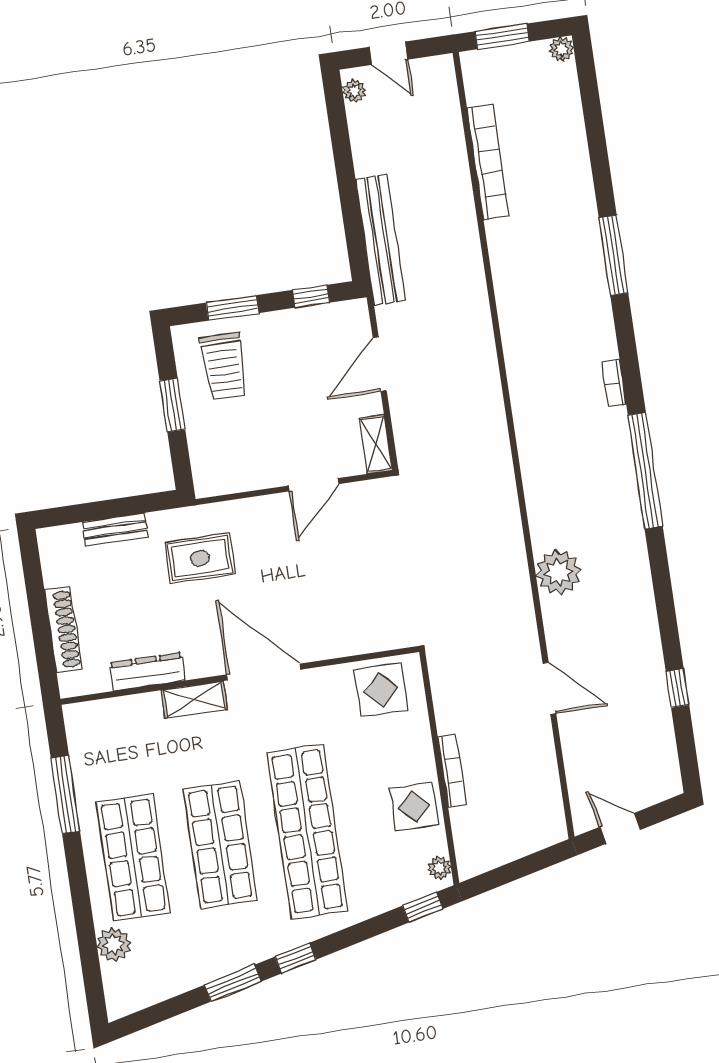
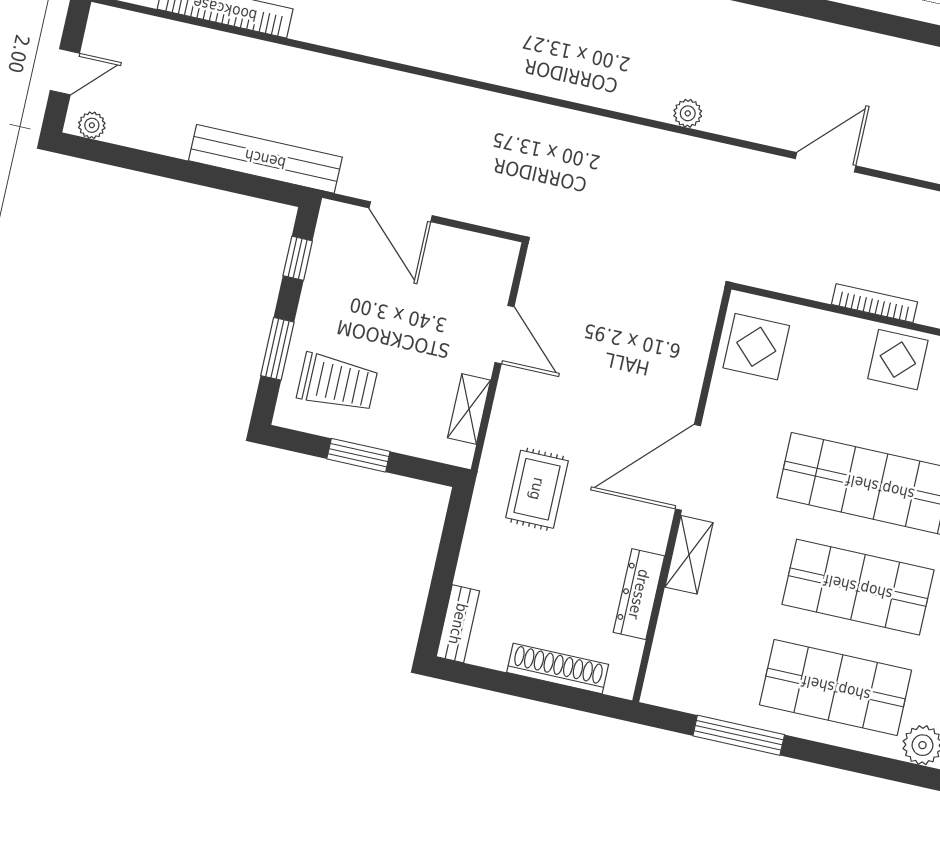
shelving: (376, 444) -> (469, 409), moved, turned 90
bench: (115, 529) -> (458, 624), moved
plant: (558, 572) -> (688, 113), width x0.53, depth x0.53
window: (677, 688) -> (879, 23), removed

